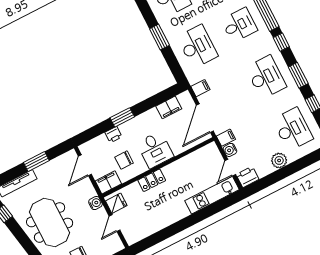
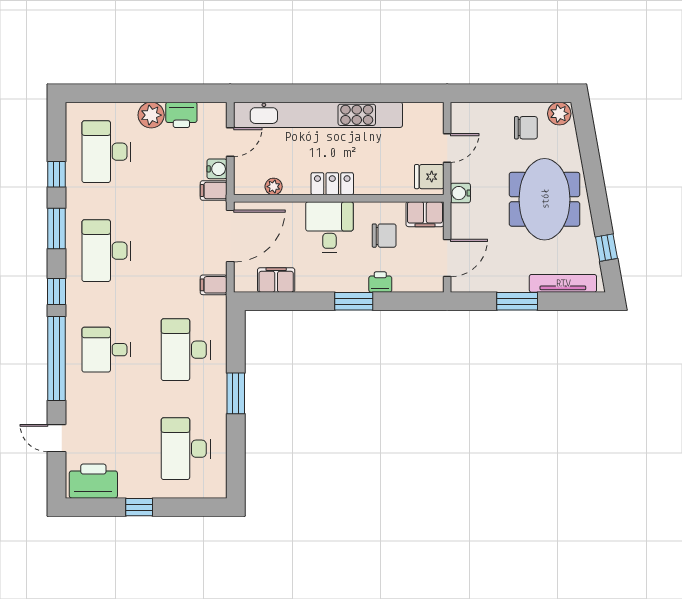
plant: (195, 156) -> (274, 187), added
printer: (247, 177) -> (181, 115), moved
locker: (152, 180) -> (332, 184), moved
kitchen unit: (212, 195) -> (318, 115), width x1.86

